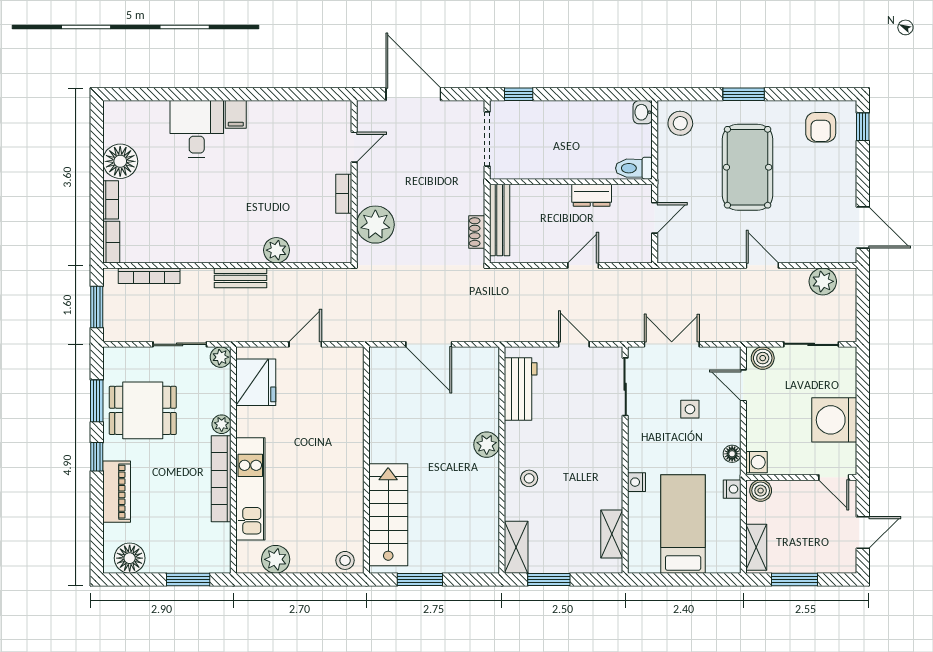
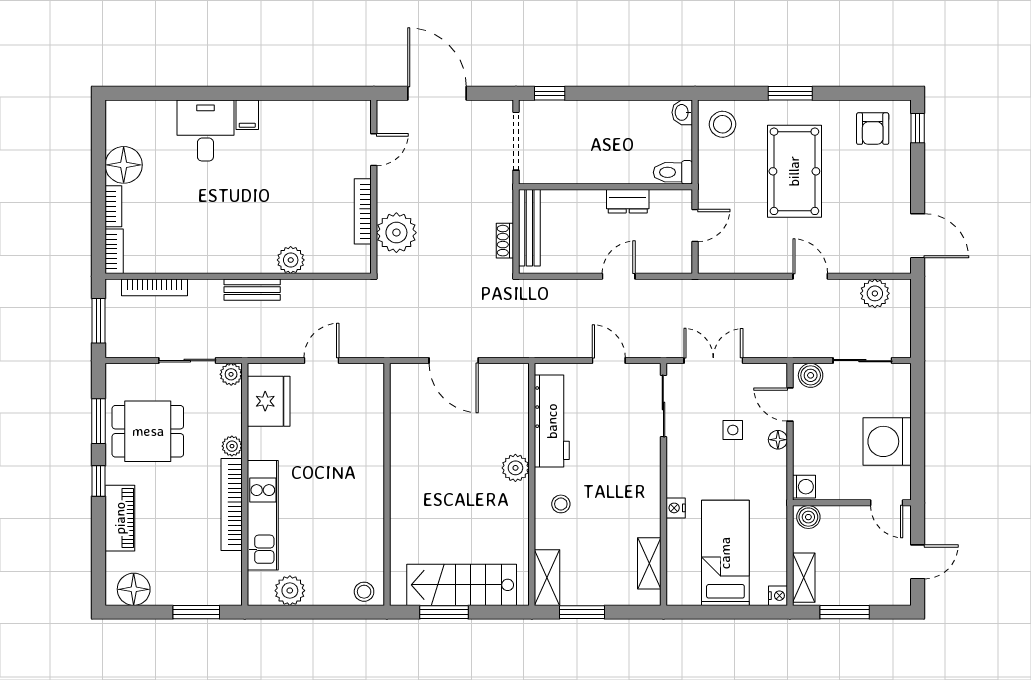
bookcase: (344, 194) -> (363, 211), width x1.56
workbench: (521, 389) -> (552, 421), width x1.38
floor lamp: (732, 454) -> (778, 440), moved
nightstand: (732, 489) -> (778, 596), moved
stairs: (388, 515) -> (462, 585), moved, turned -90

